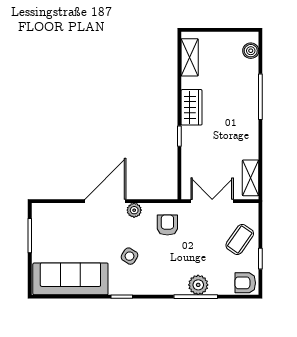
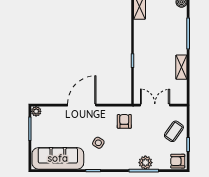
wardrobe: (192, 107) -> (141, 41), removed
shelving: (251, 178) -> (181, 67), moved
plant: (134, 210) -> (36, 111), moved

